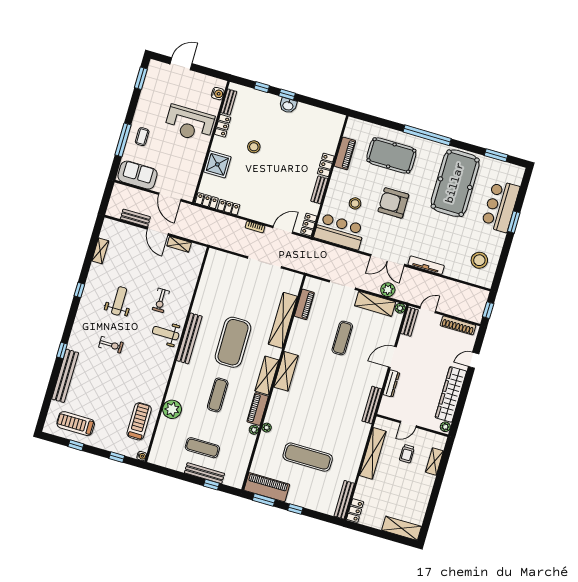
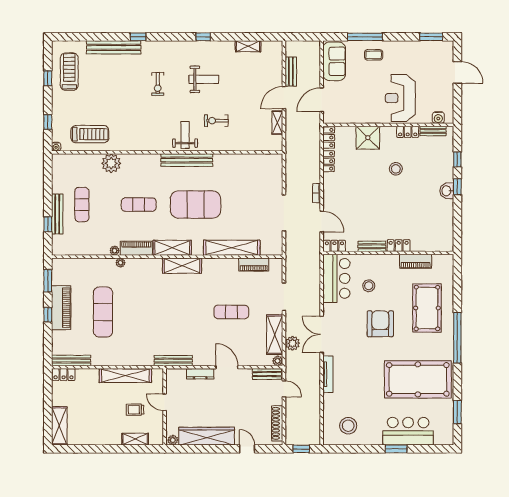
piano: (267, 487) -> (61, 308), moved

